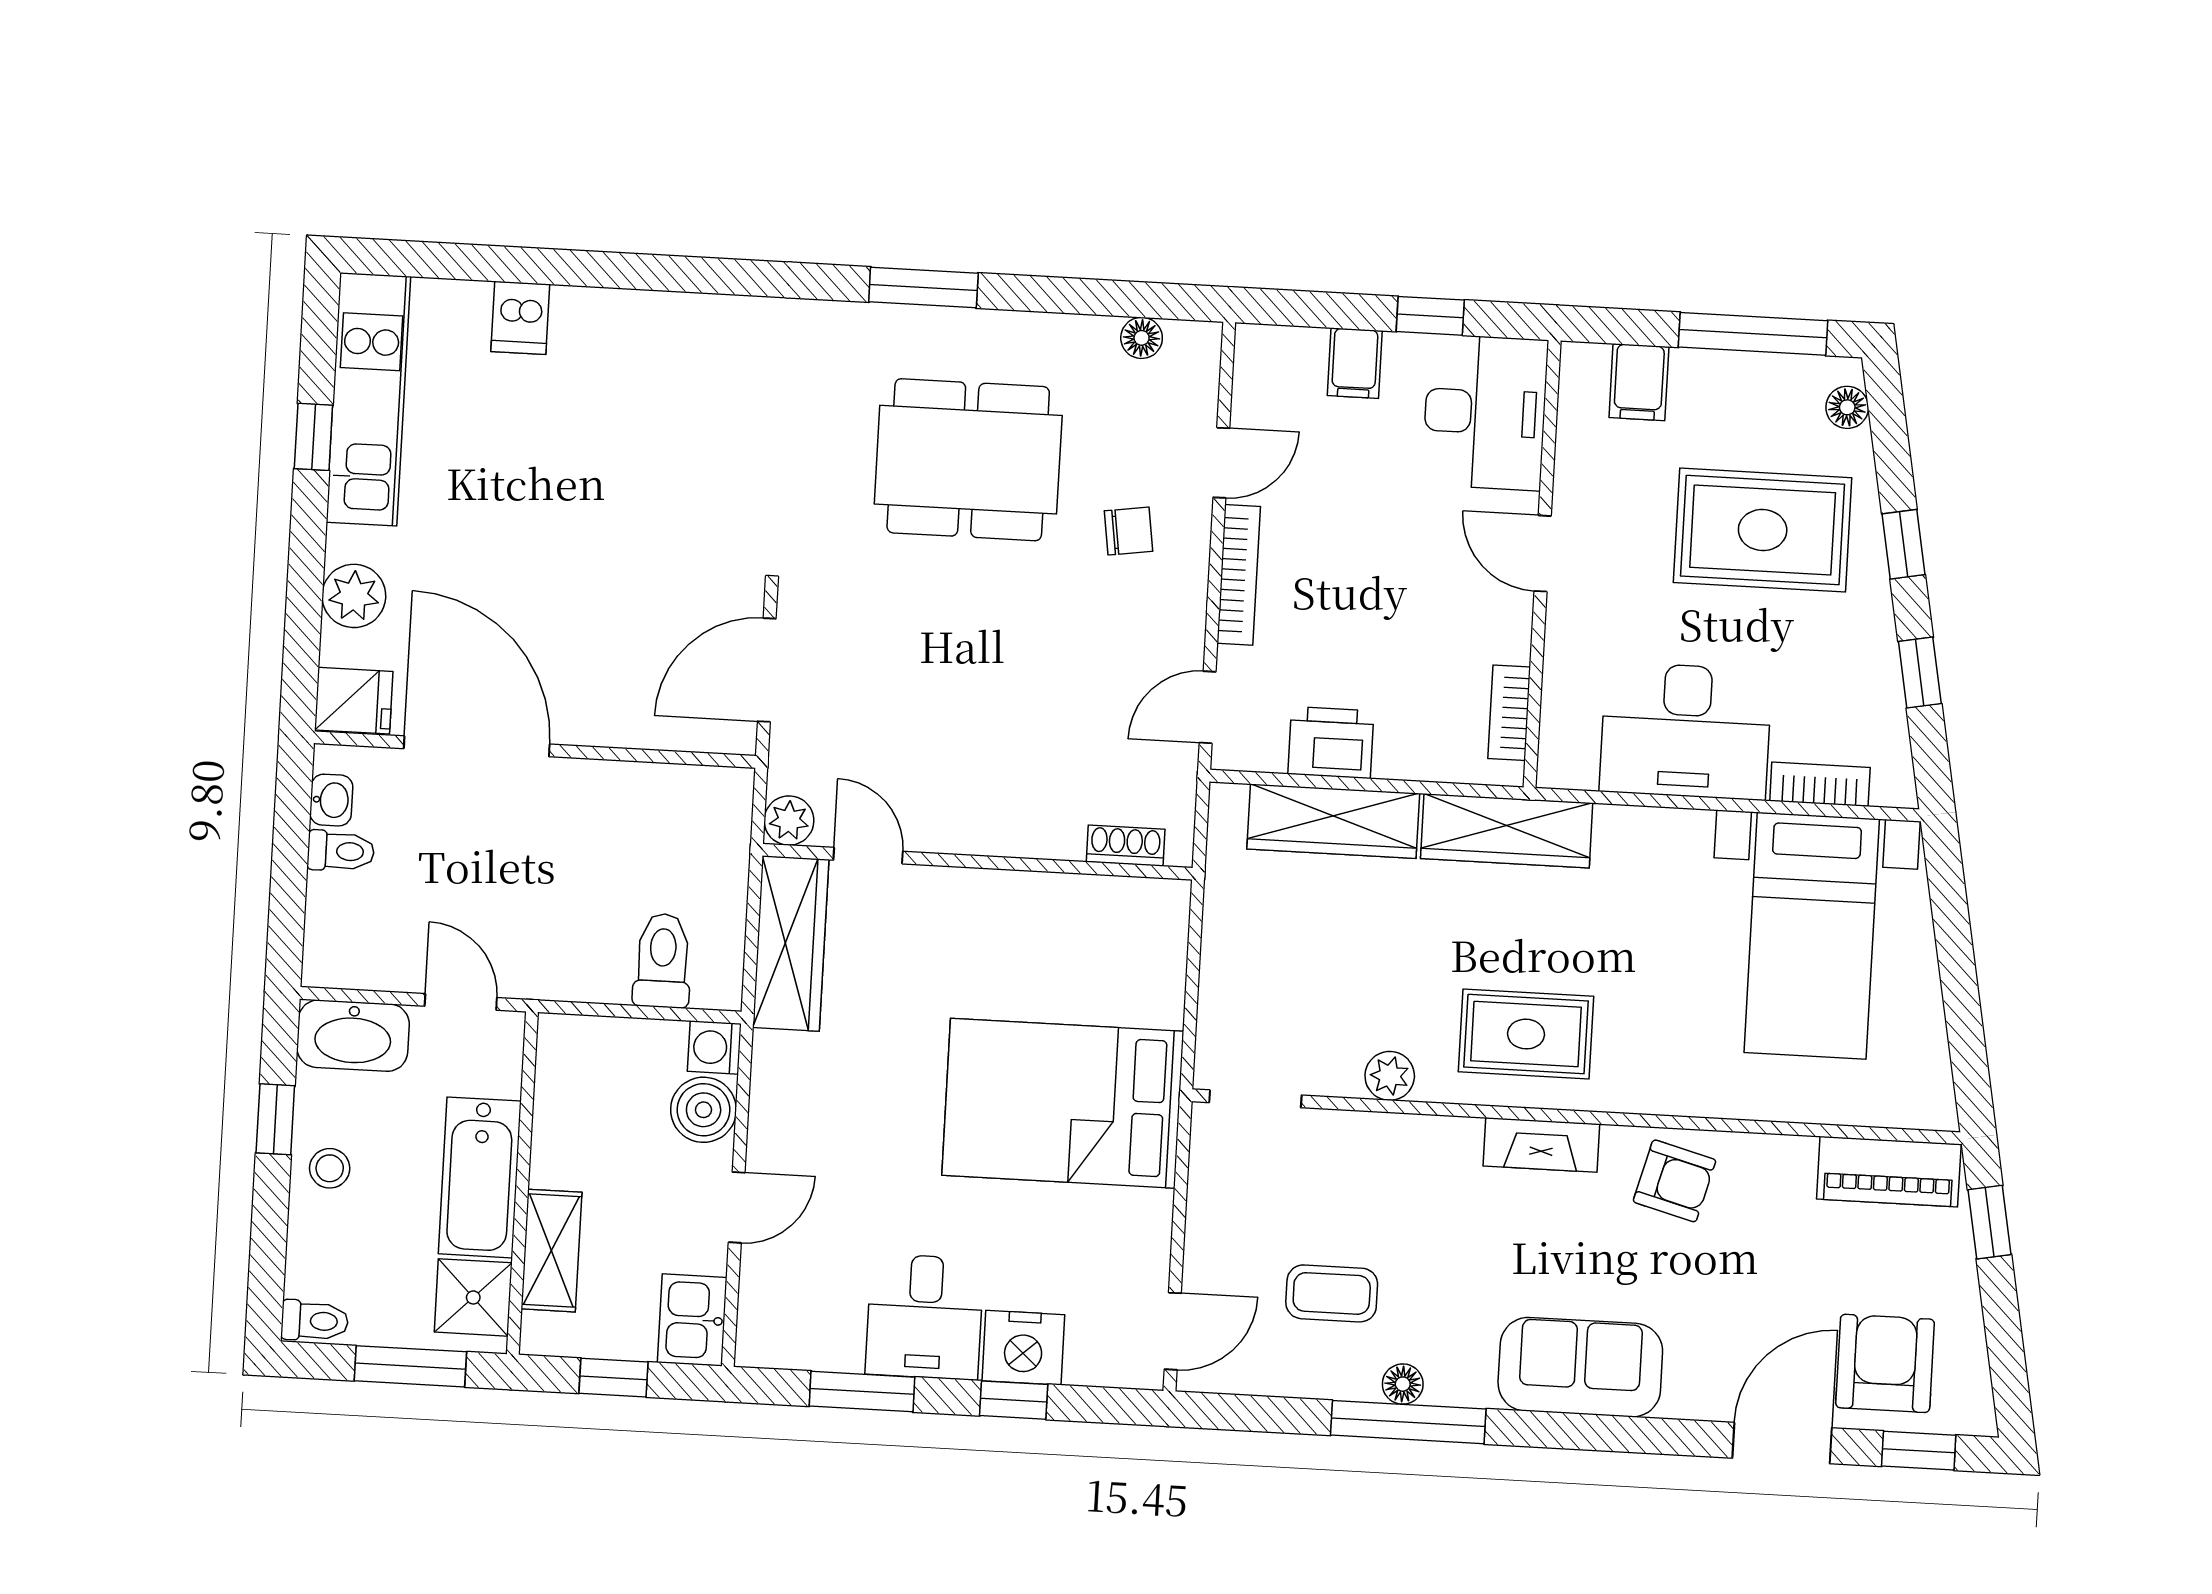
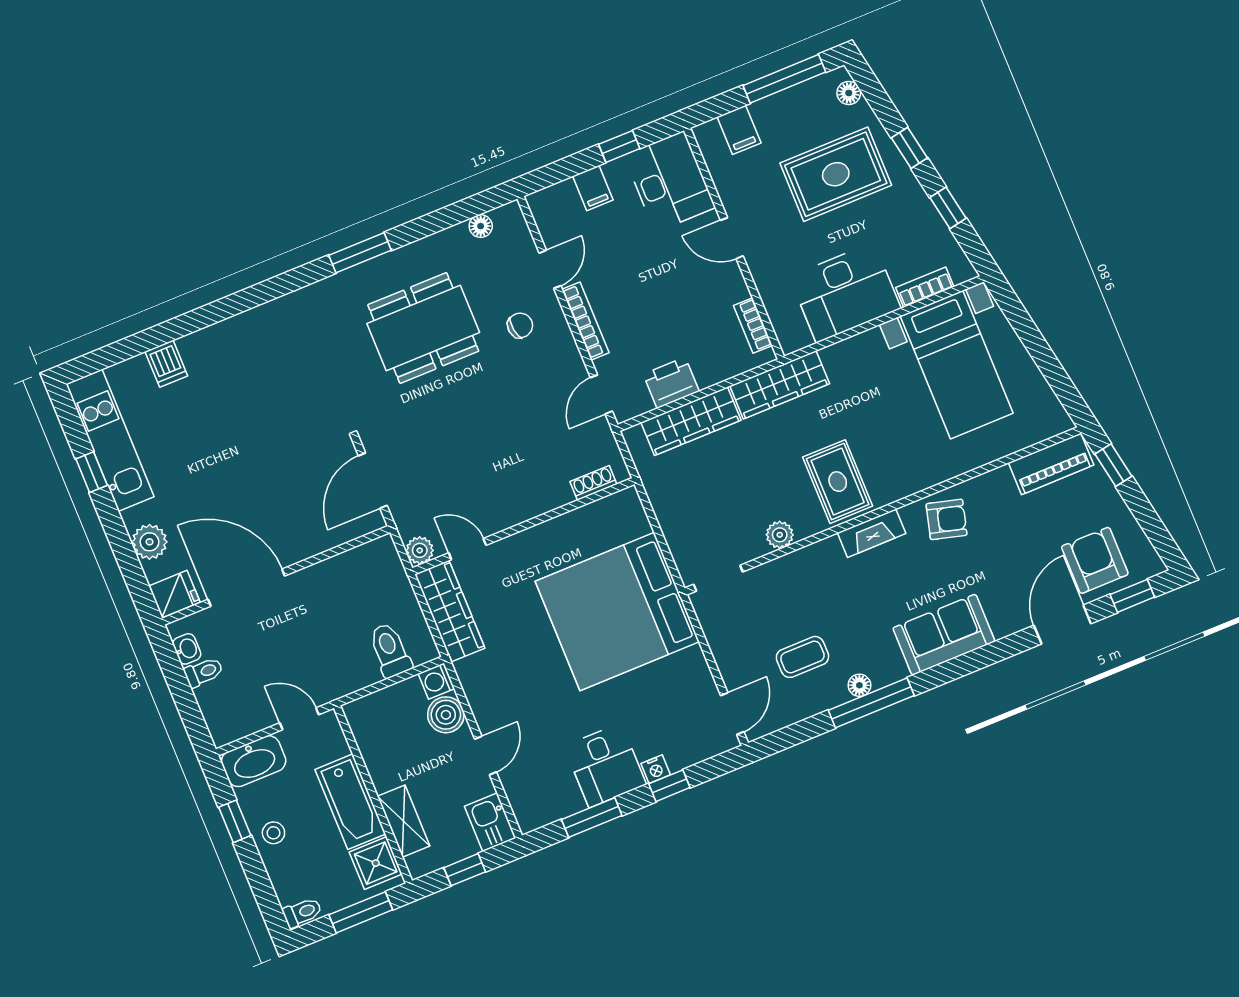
rug: (1526, 1034) -> (838, 482), turned 90
bed: (1063, 1103) -> (617, 612), width x1.36
nightstand: (1023, 1348) -> (656, 769), width x0.53, depth x0.56

